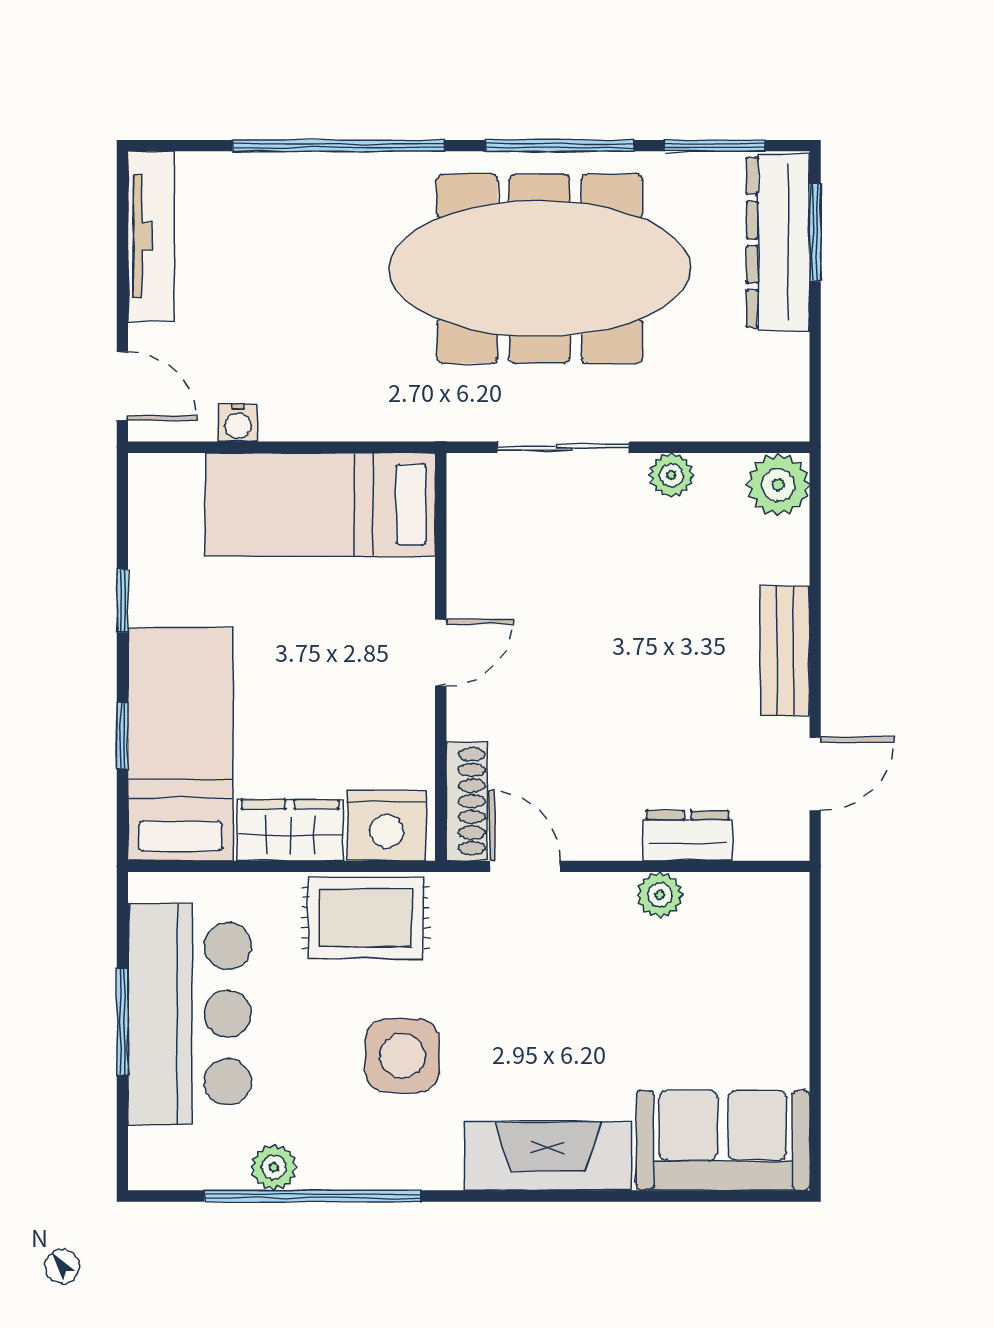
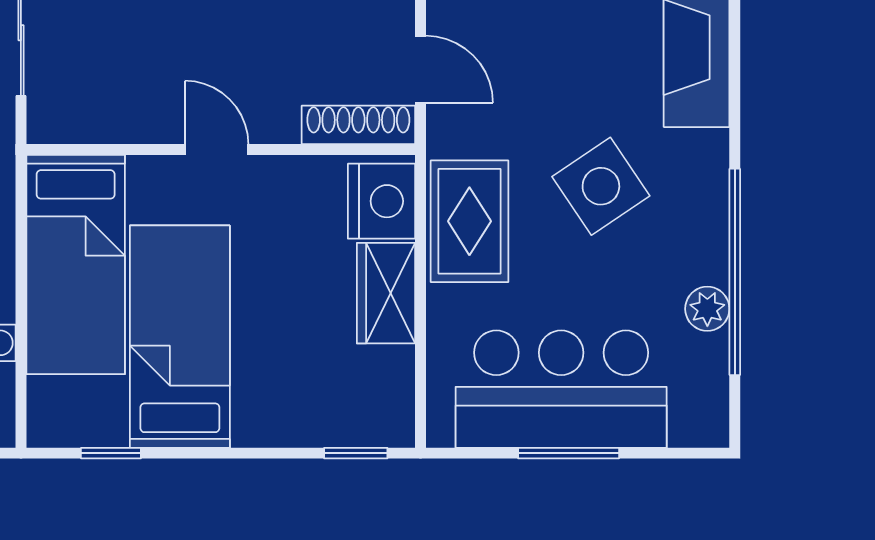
window: (122, 601) -> (111, 453), moved
window: (122, 736) -> (356, 453), moved
bed: (180, 744) -> (180, 337), moved, turned 90
door: (525, 866) -> (420, 69), swing flipped
side table: (402, 1056) -> (601, 186), turned -34

